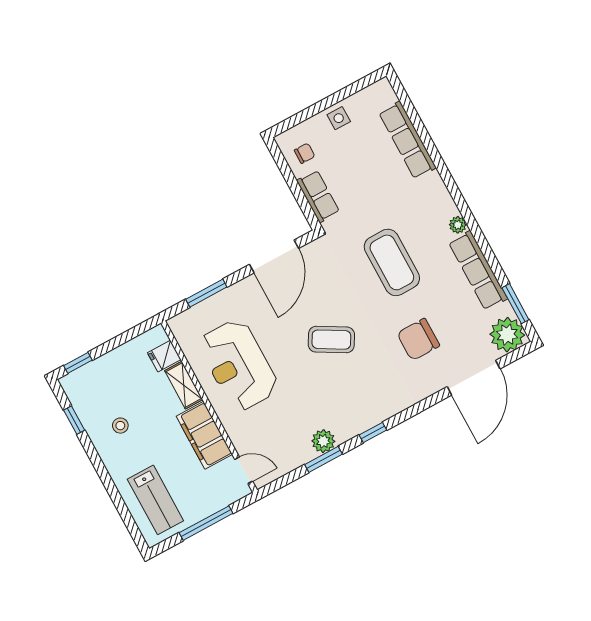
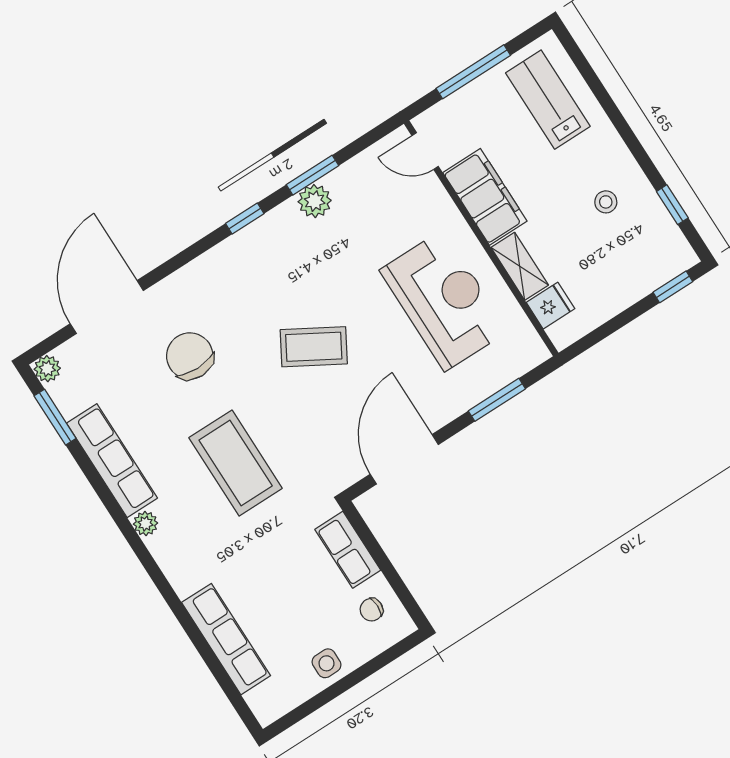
plant: (507, 335) -> (47, 369), width x0.53, depth x0.53
chair: (418, 339) -> (190, 356), turned -90

